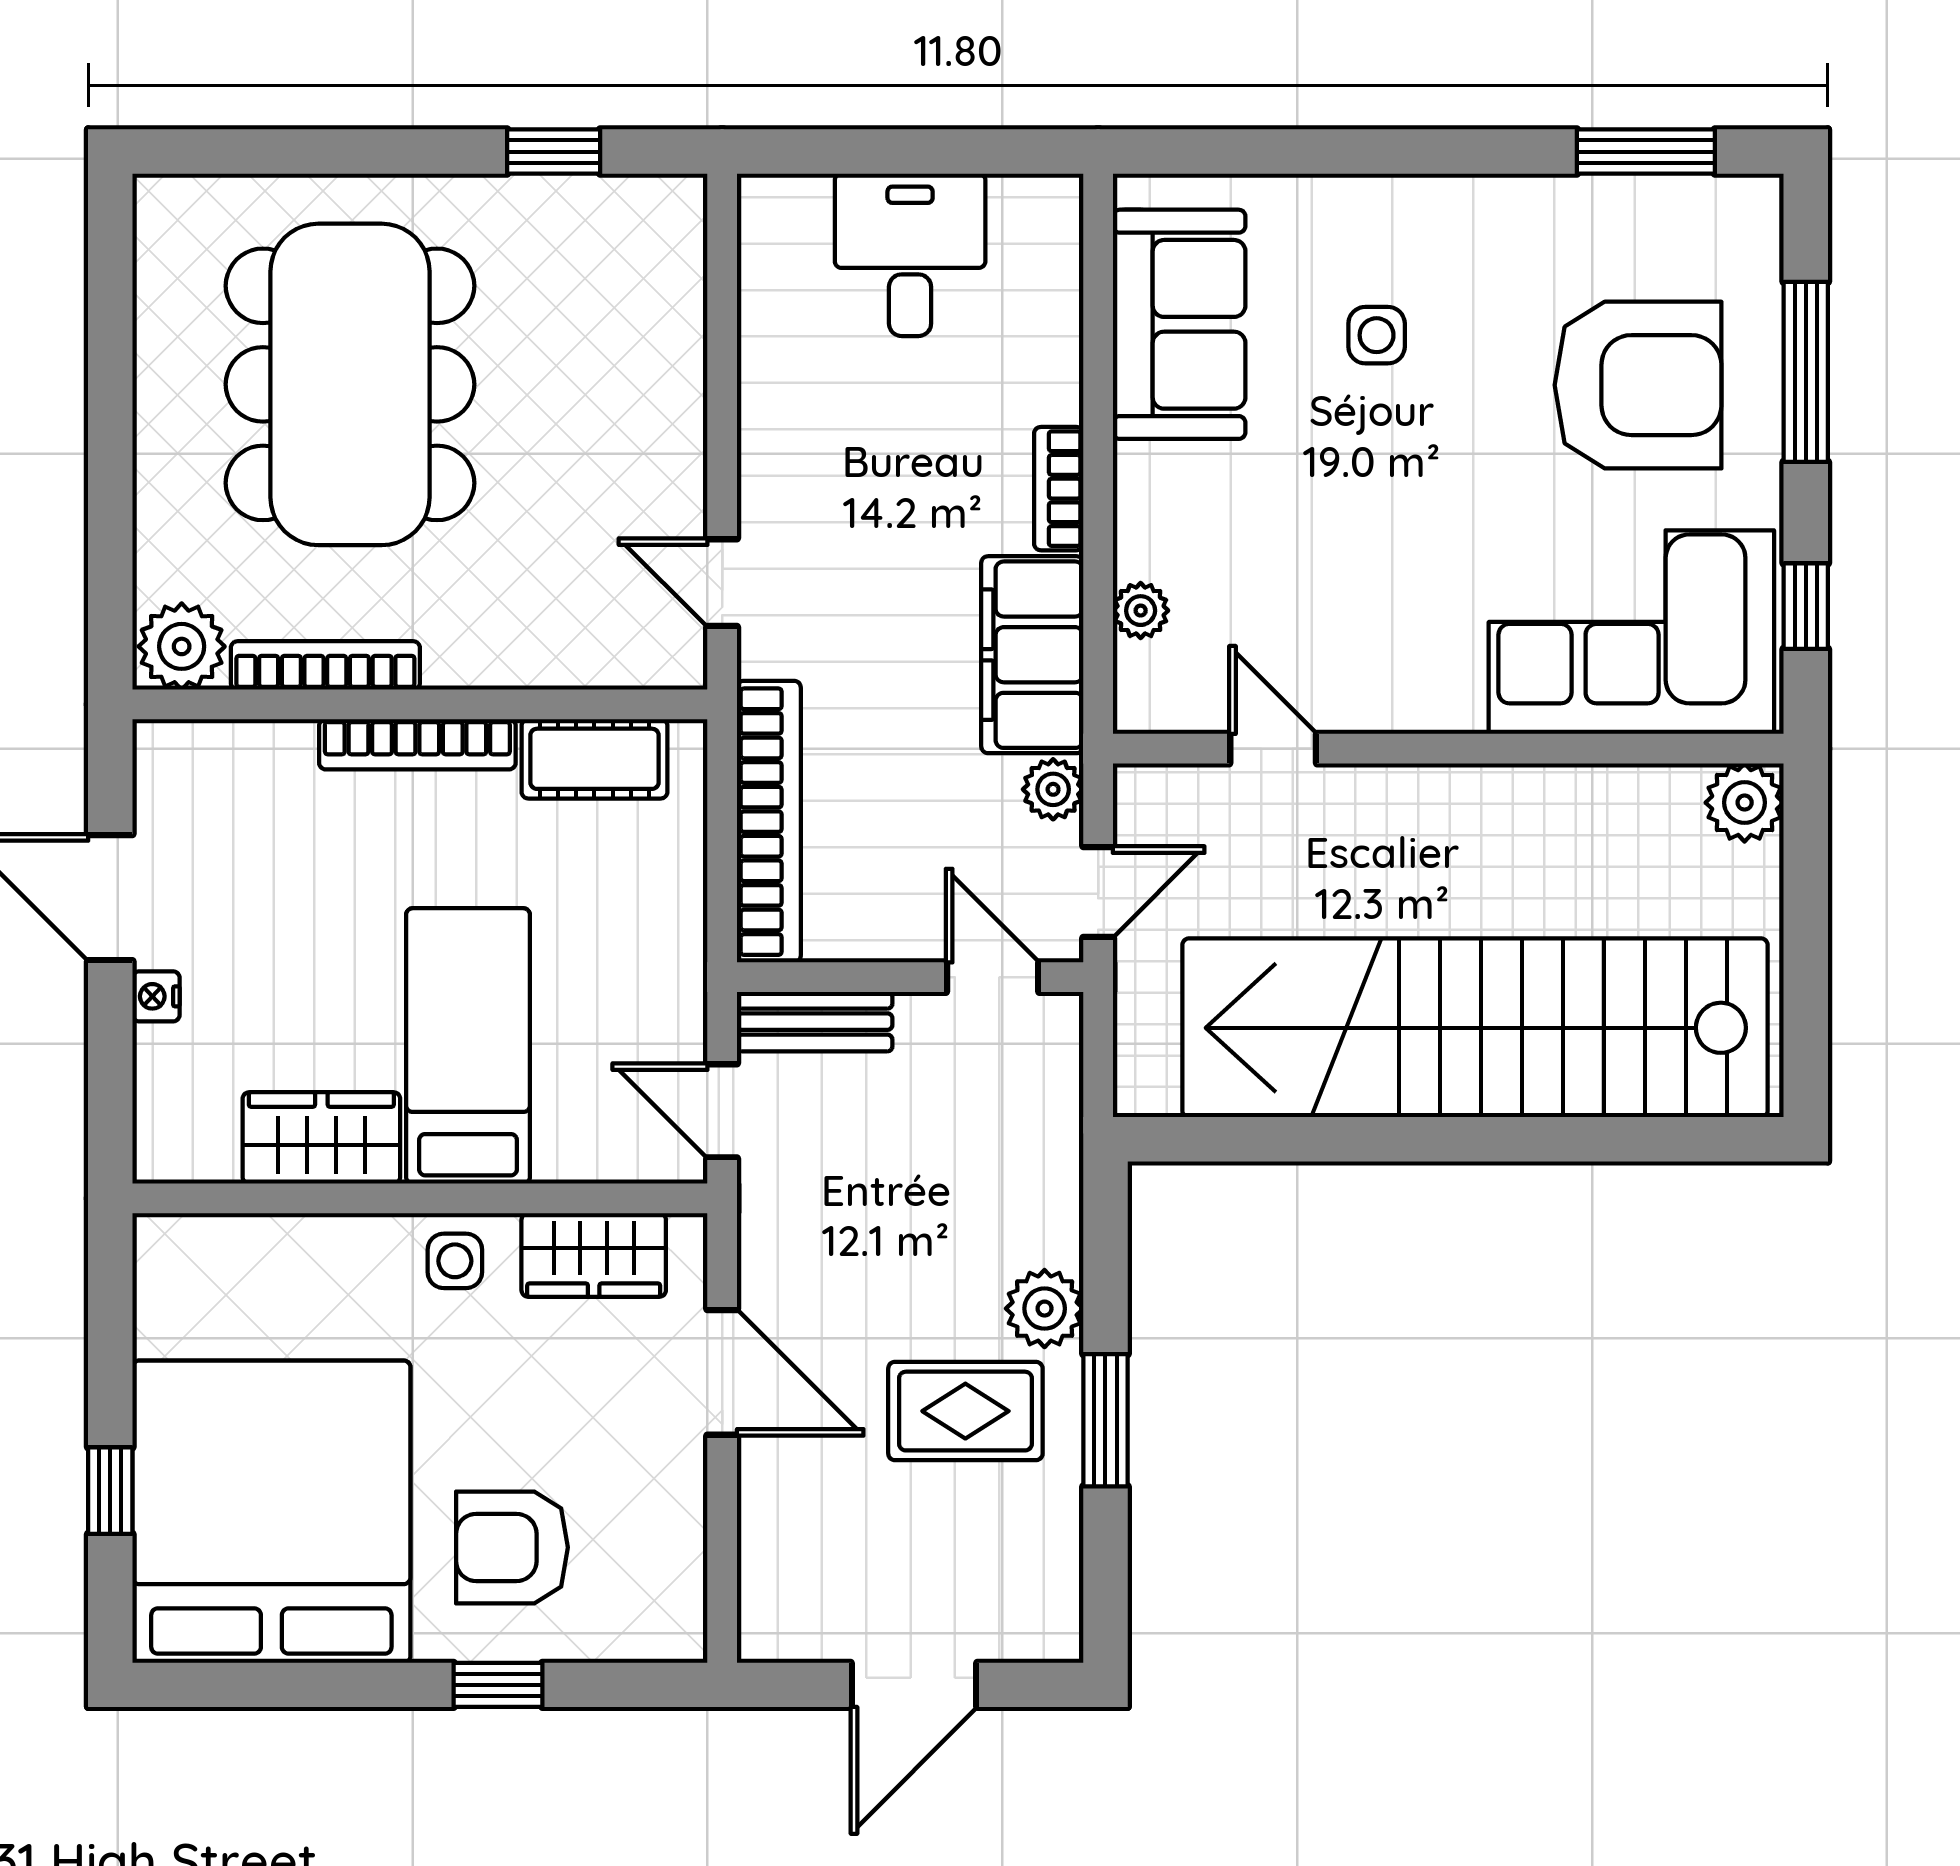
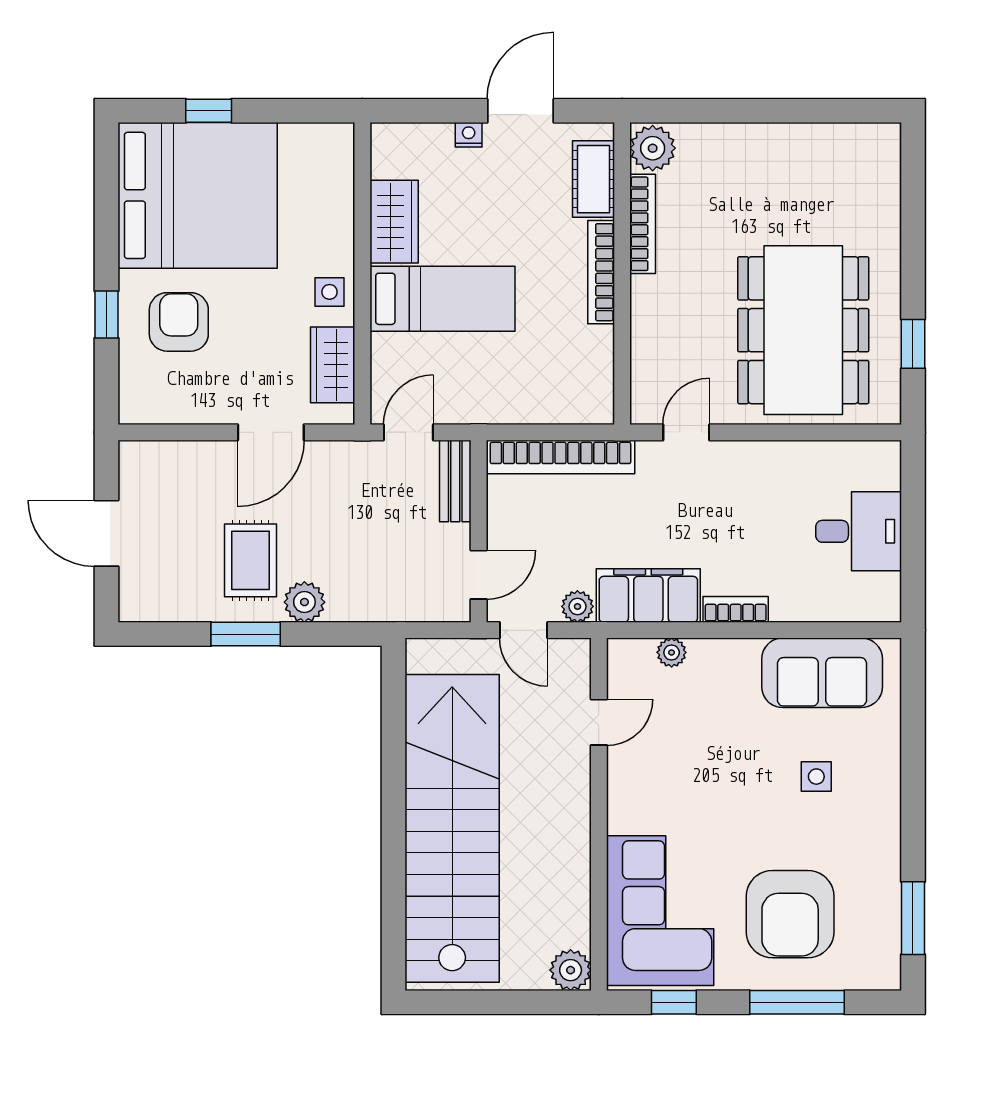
dining table: (350, 384) -> (803, 330), moved, turned 90
cot: (594, 759) -> (594, 179), moved

